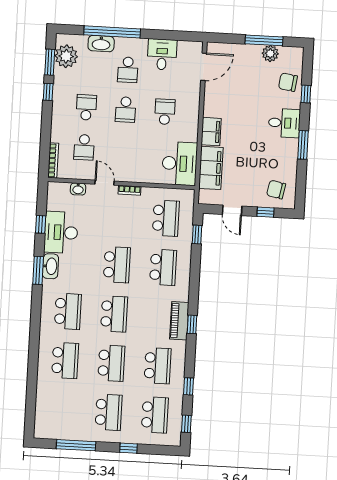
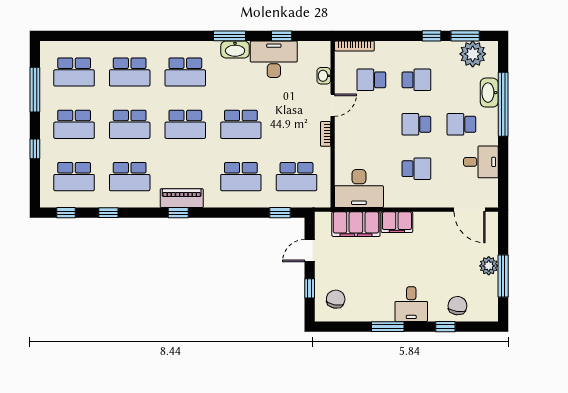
plant: (270, 53) -> (489, 266), moved
school desk: (62, 410) -> (74, 72), added

